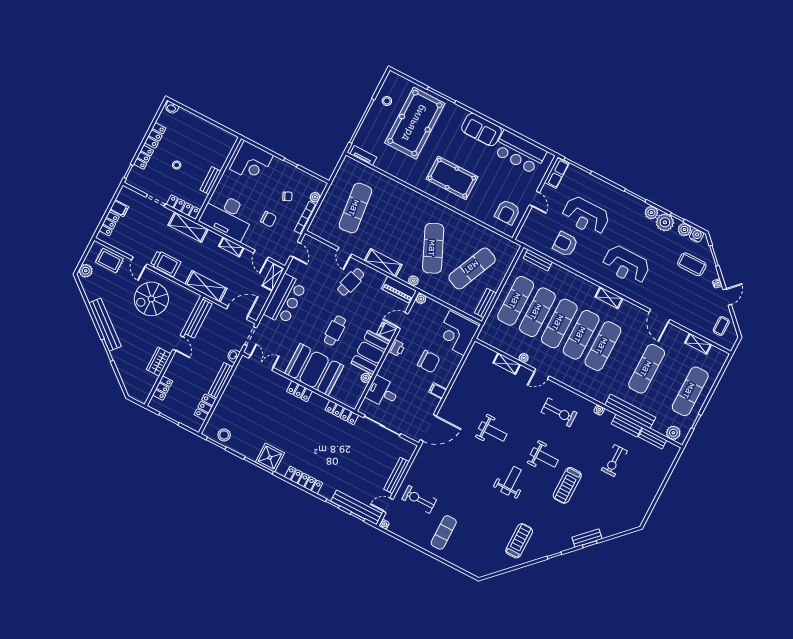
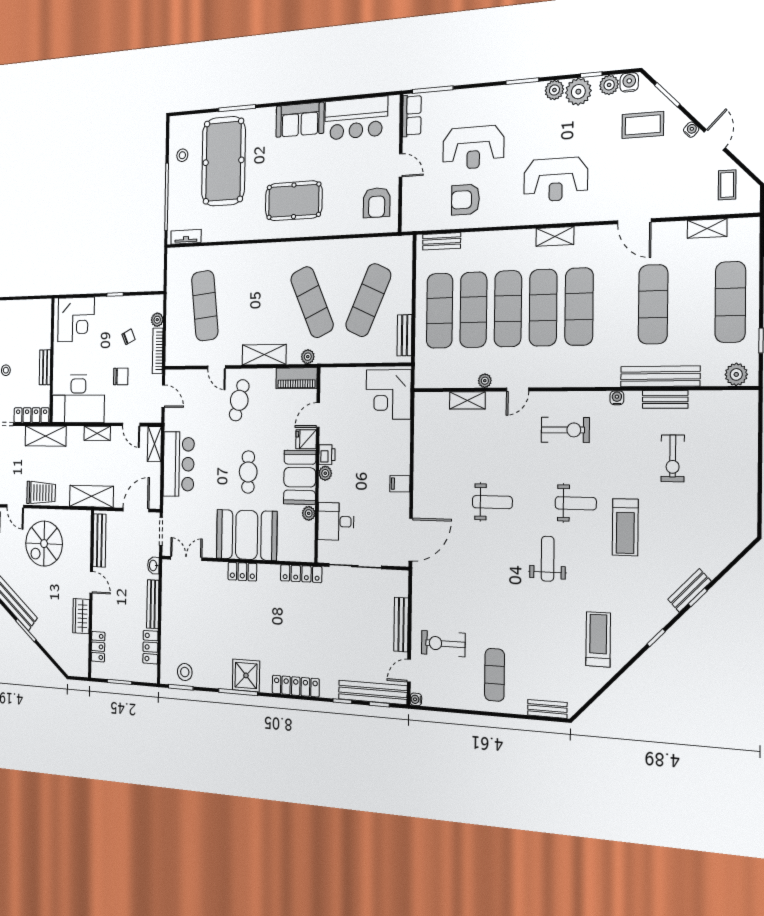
plant: (421, 299) -> (325, 473), moved
chair: (429, 362) -> (372, 451), removed
bench: (652, 438) -> (547, 709), moved

